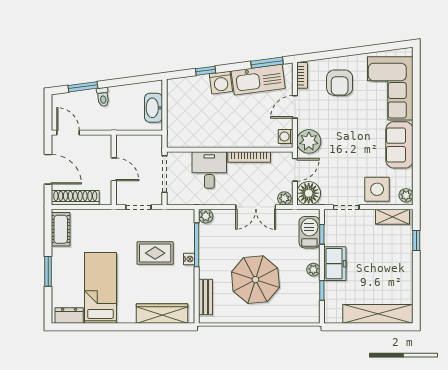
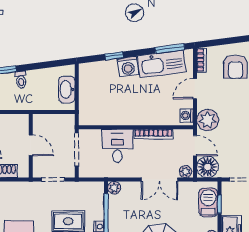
door: (295, 170) -> (195, 146), hinge flipped

